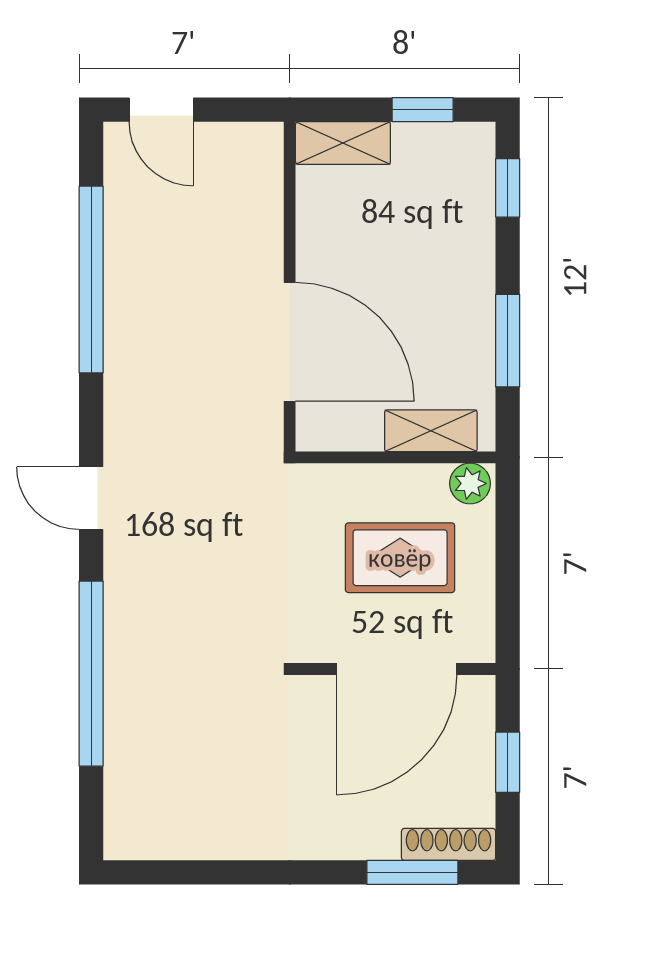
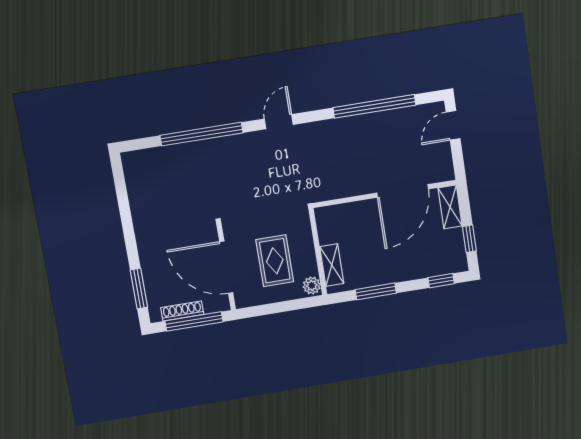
door: (290, 342) -> (403, 191), moved
window: (508, 762) -> (194, 321), width x2.17
shoe rack: (449, 844) -> (182, 311), moved, turned -90

